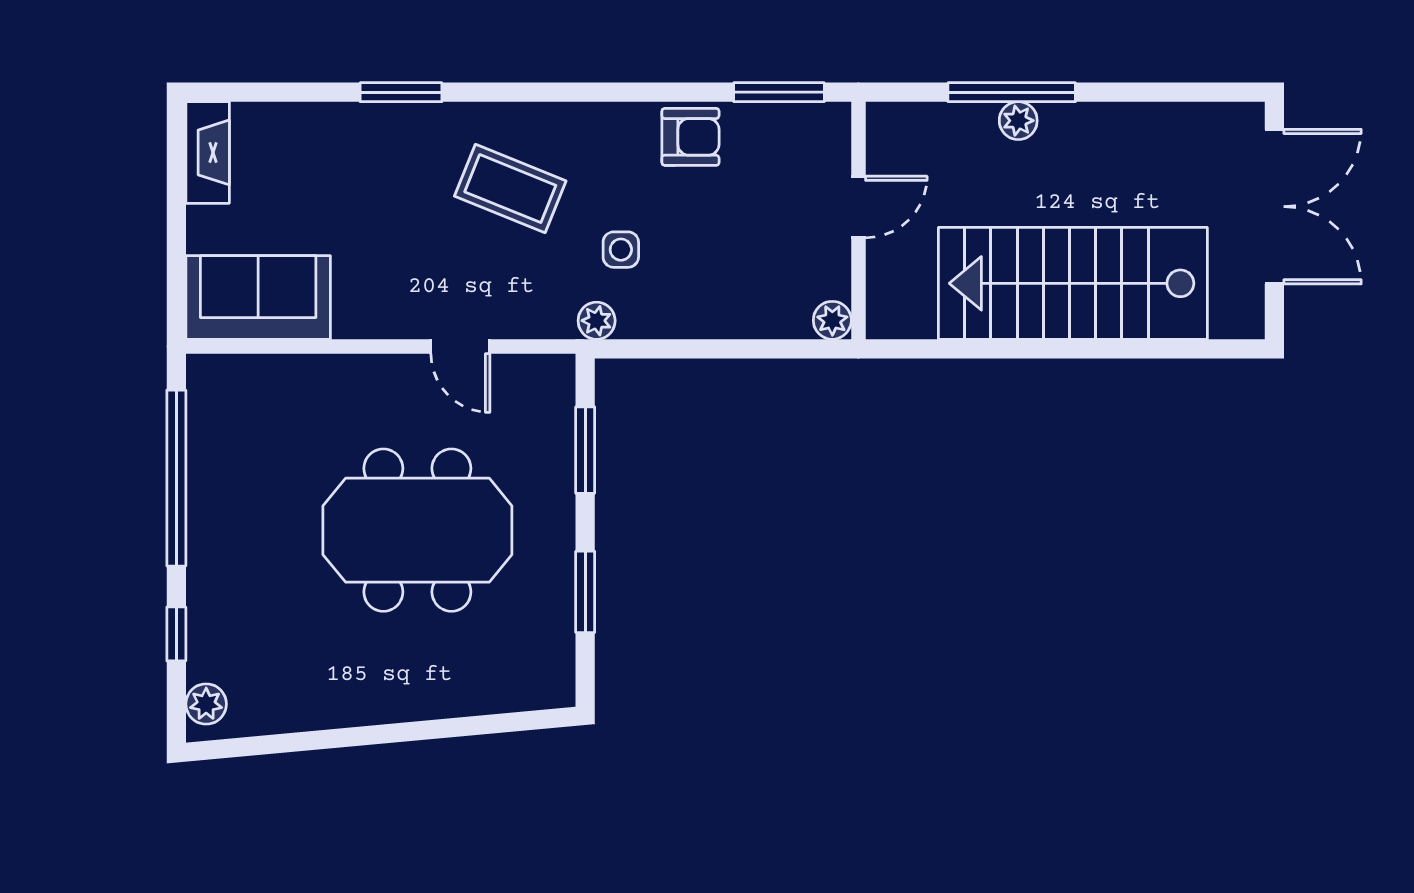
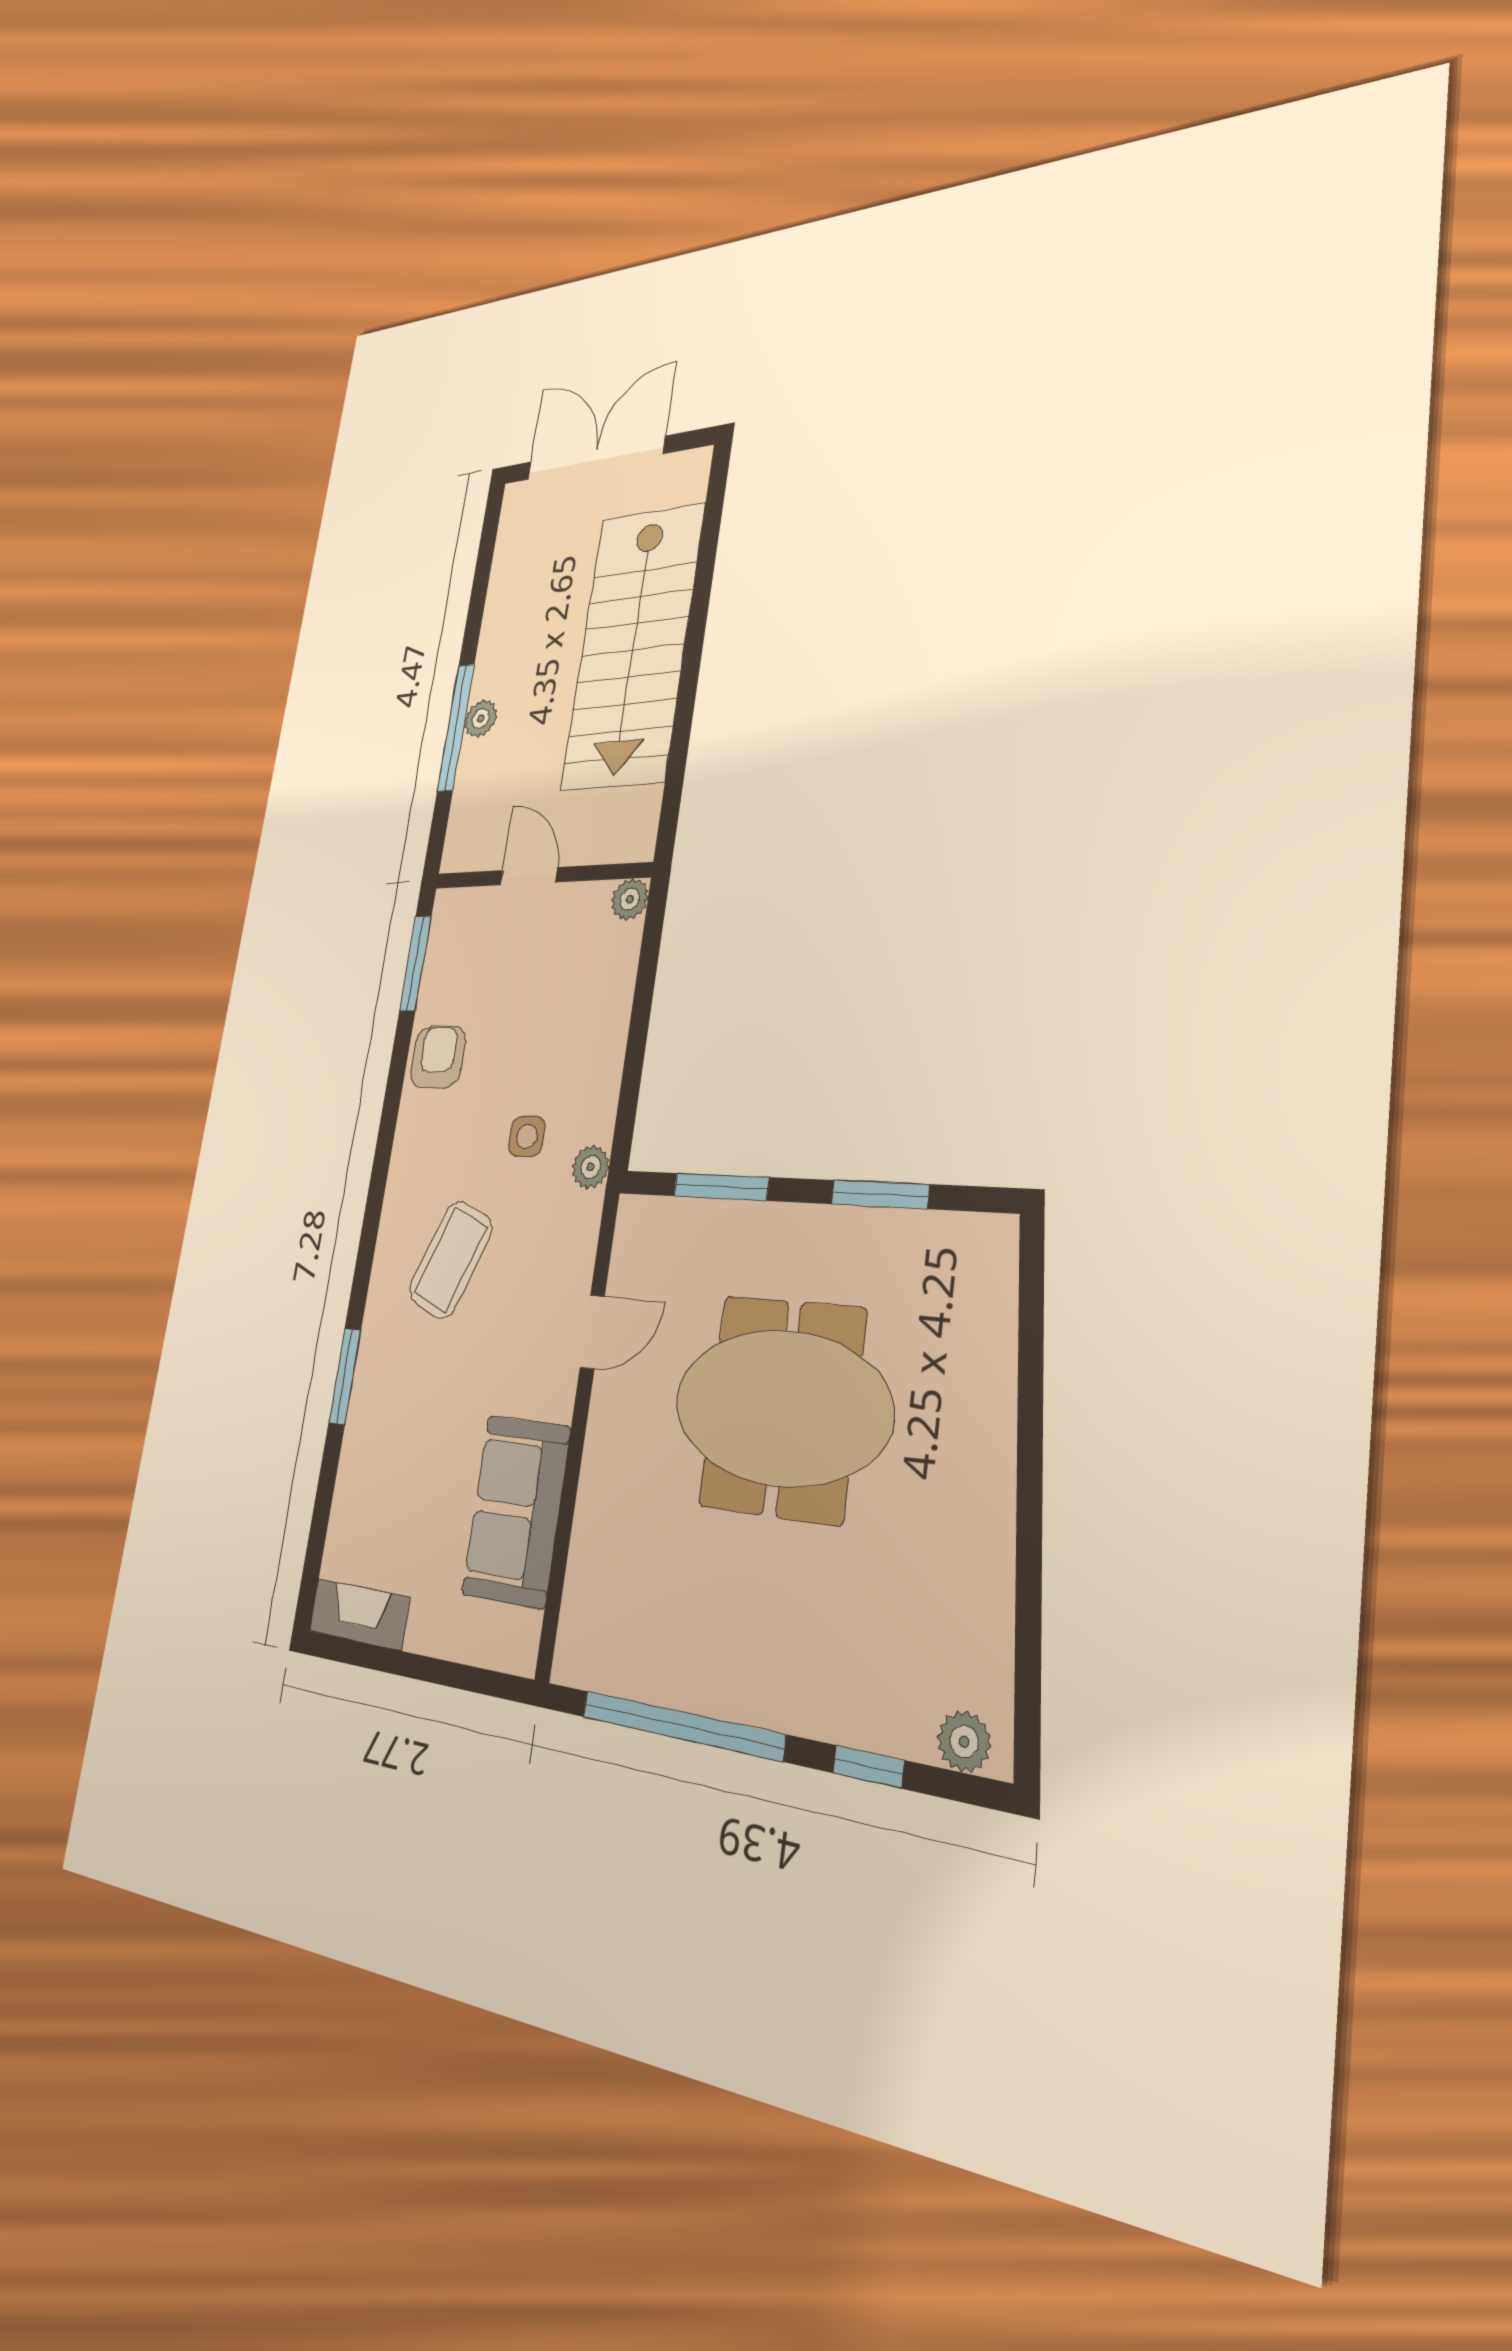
sofa: (258, 298) -> (516, 1511), moved
meeting table: (417, 530) -> (782, 1408), turned 90

